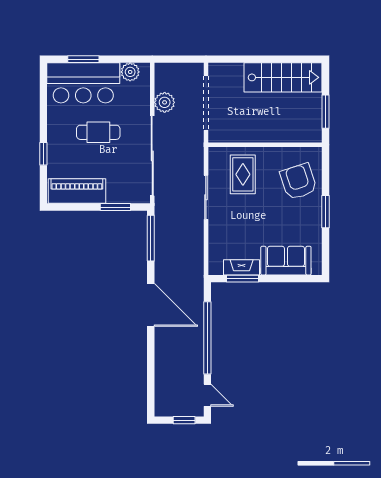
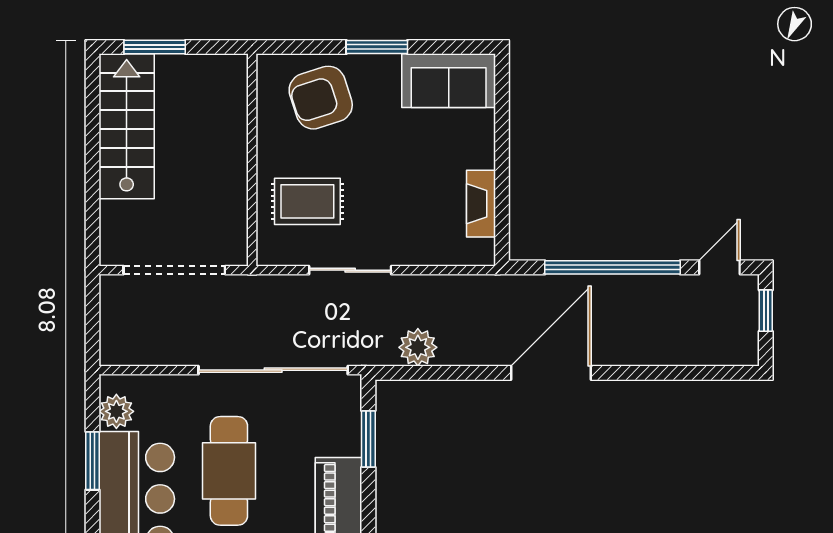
window: (83, 59) -> (93, 461), moved
plant: (165, 102) -> (418, 347), moved
window: (326, 112) -> (155, 47), moved
cafe table: (98, 132) -> (229, 471), width x1.37, depth x1.35
window: (151, 238) -> (426, 373), removed
sofa: (286, 261) -> (449, 81), moved, turned -90
window: (242, 279) -> (502, 202), removed

